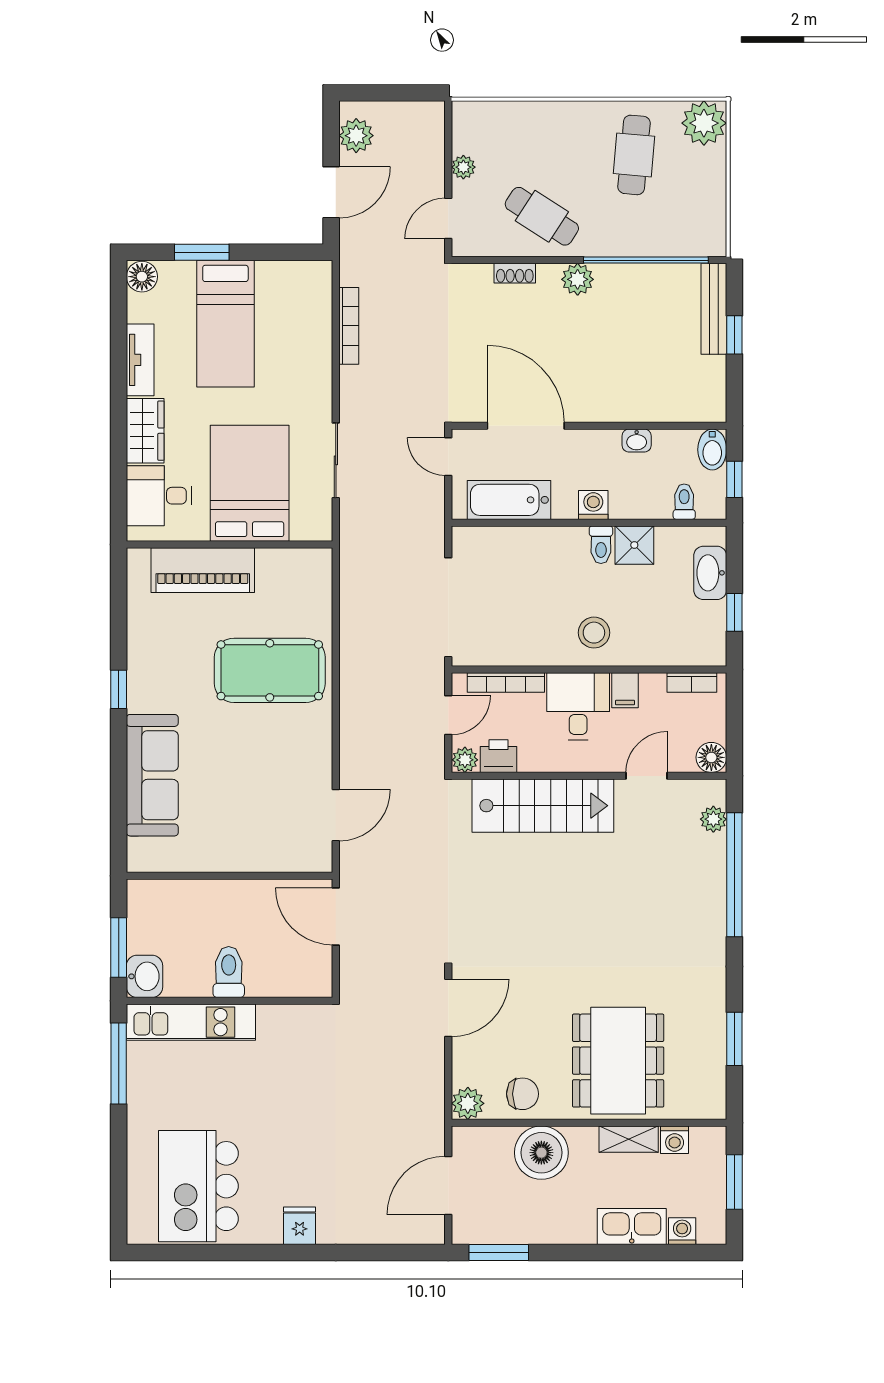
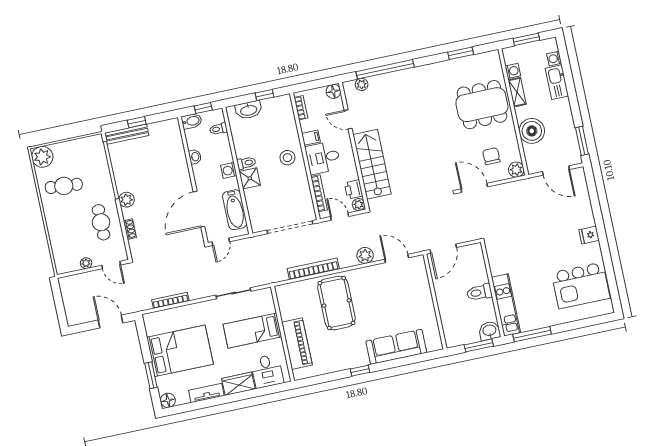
plant: (356, 136) -> (365, 255), moved
cafe table: (542, 216) -> (101, 222), turned -33
bed: (225, 324) -> (180, 351), width x1.50
bed: (250, 483) -> (252, 331), width x0.67
shower: (634, 545) -> (250, 178), moved
bookcase: (351, 637) -> (313, 269), added
chair: (523, 1094) -> (491, 156), moved

